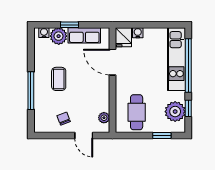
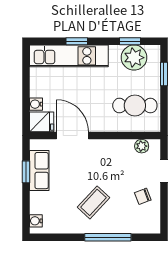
window: (70, 25) -> (26, 172), moved
plant: (59, 36) -> (40, 203), removed
door: (112, 62) -> (72, 136), swing flipped
window: (188, 66) -> (77, 41), width x0.32
coffee table: (59, 79) -> (93, 202), turned -47

